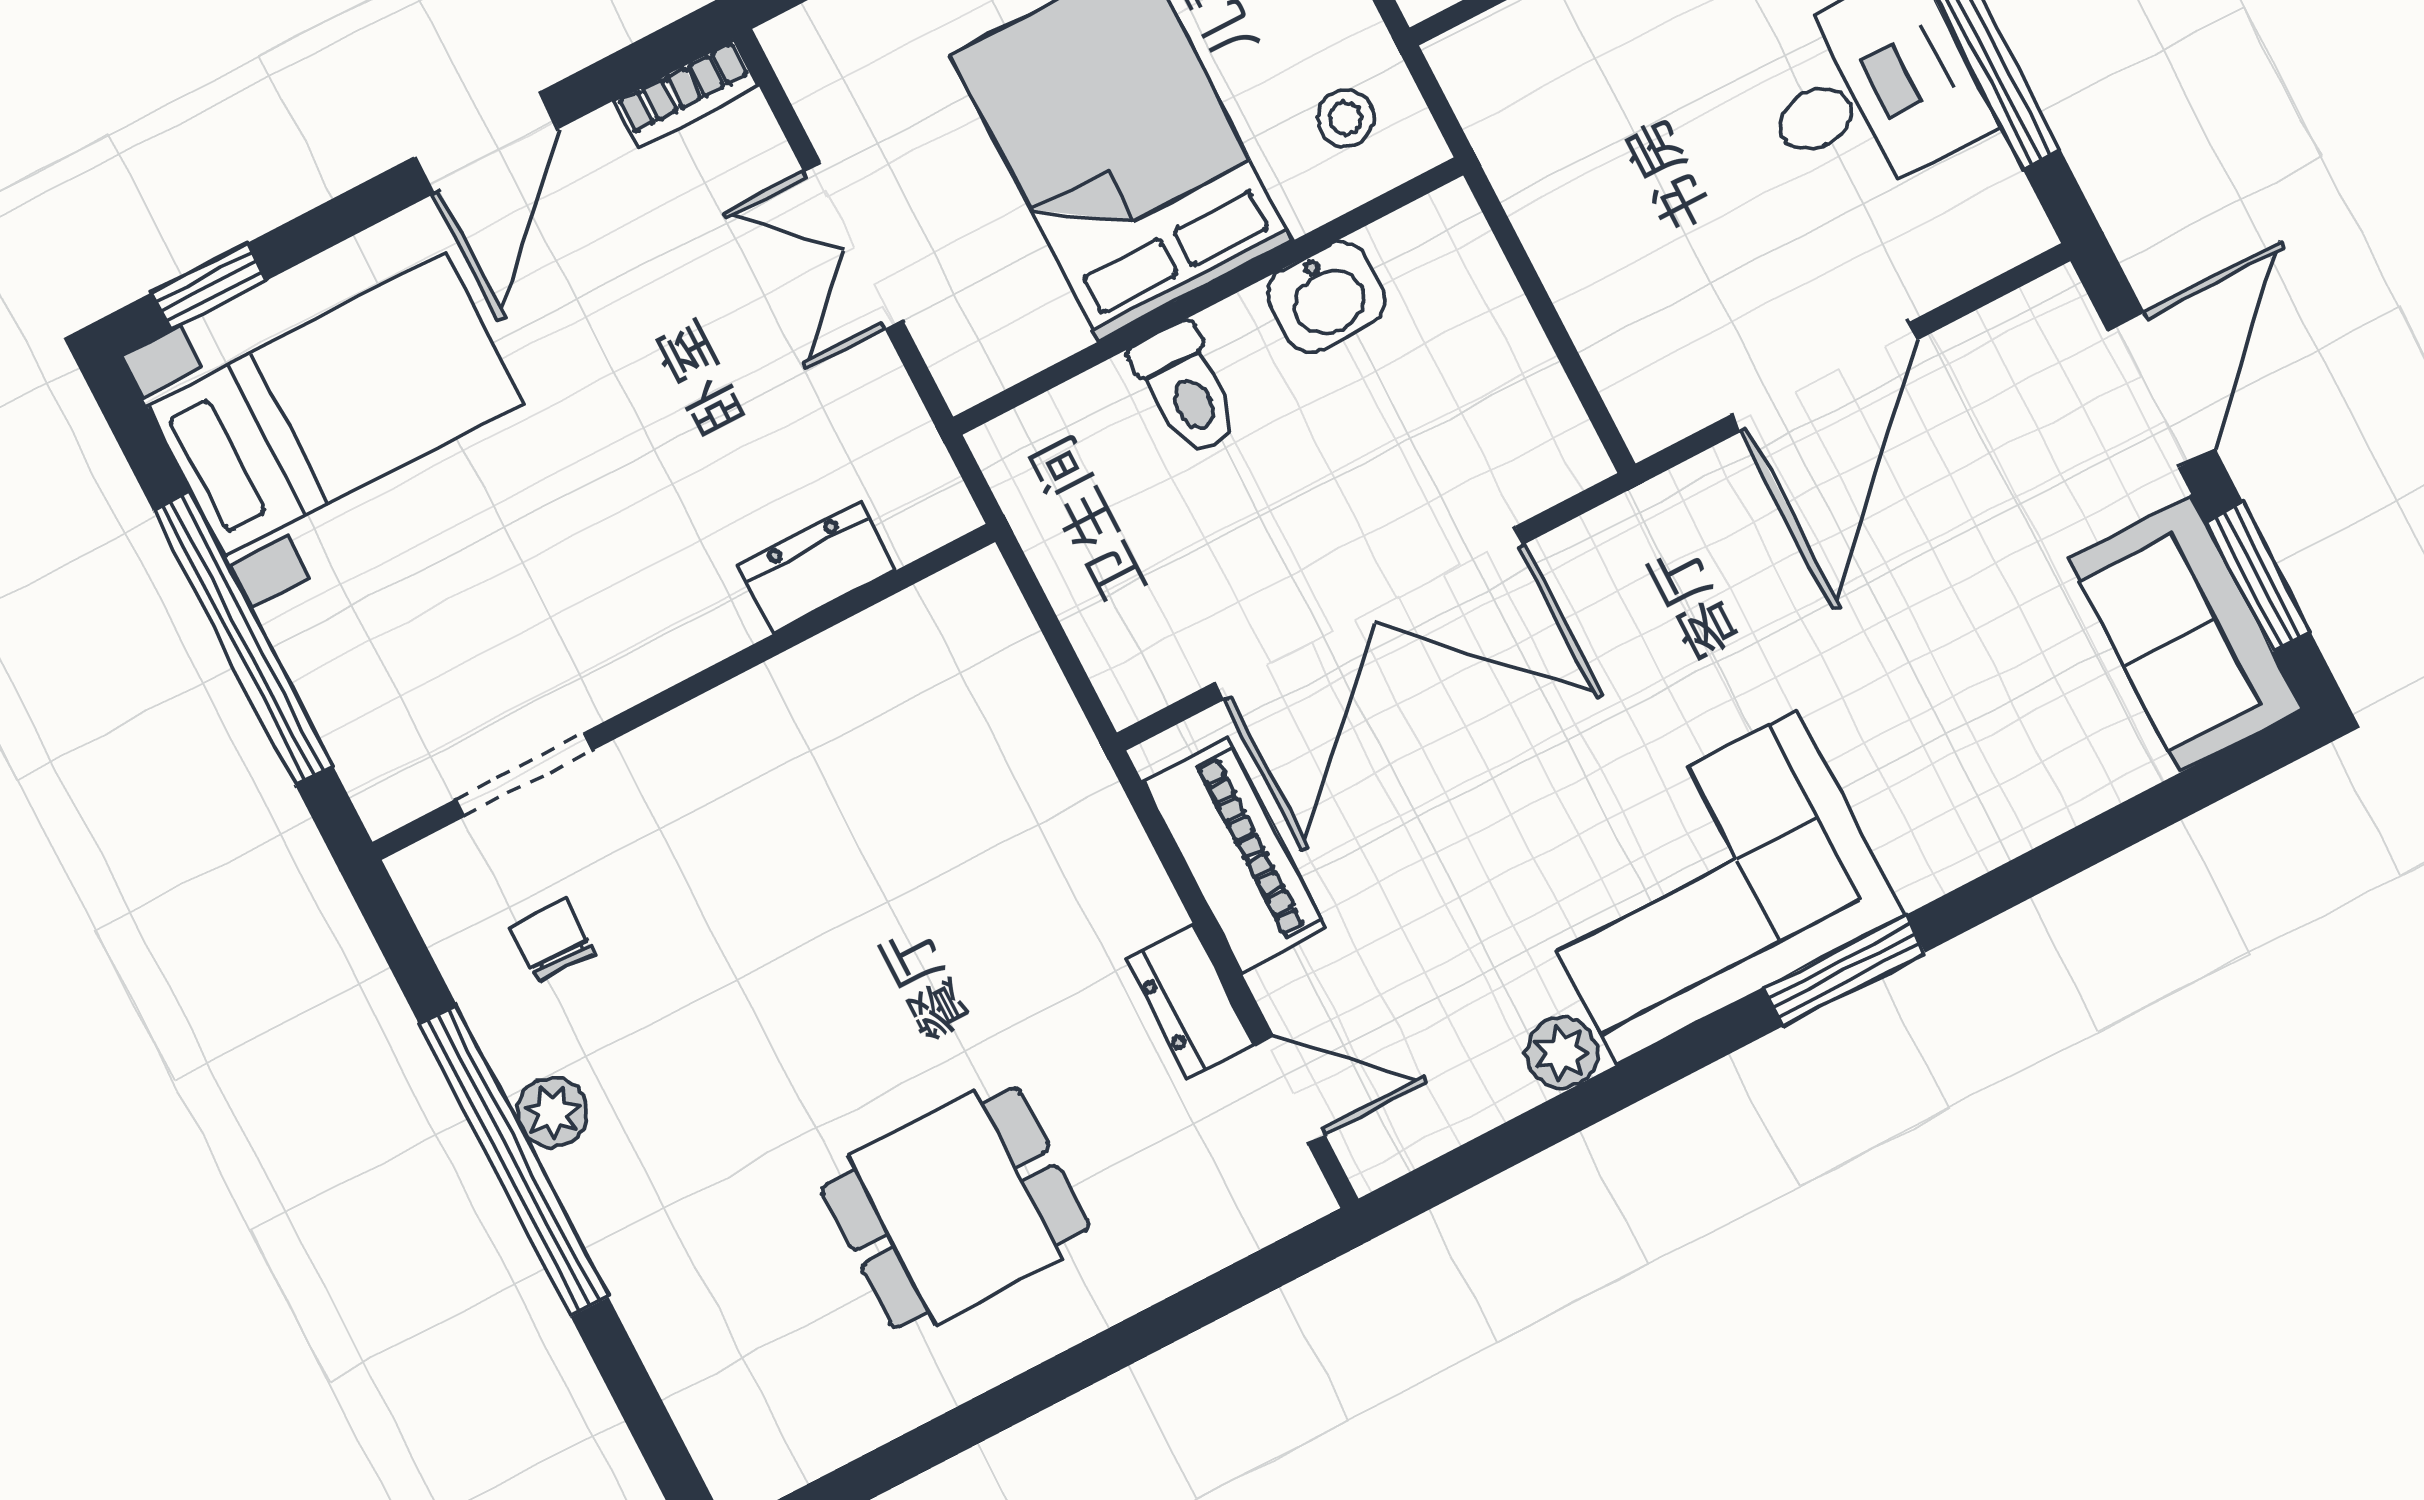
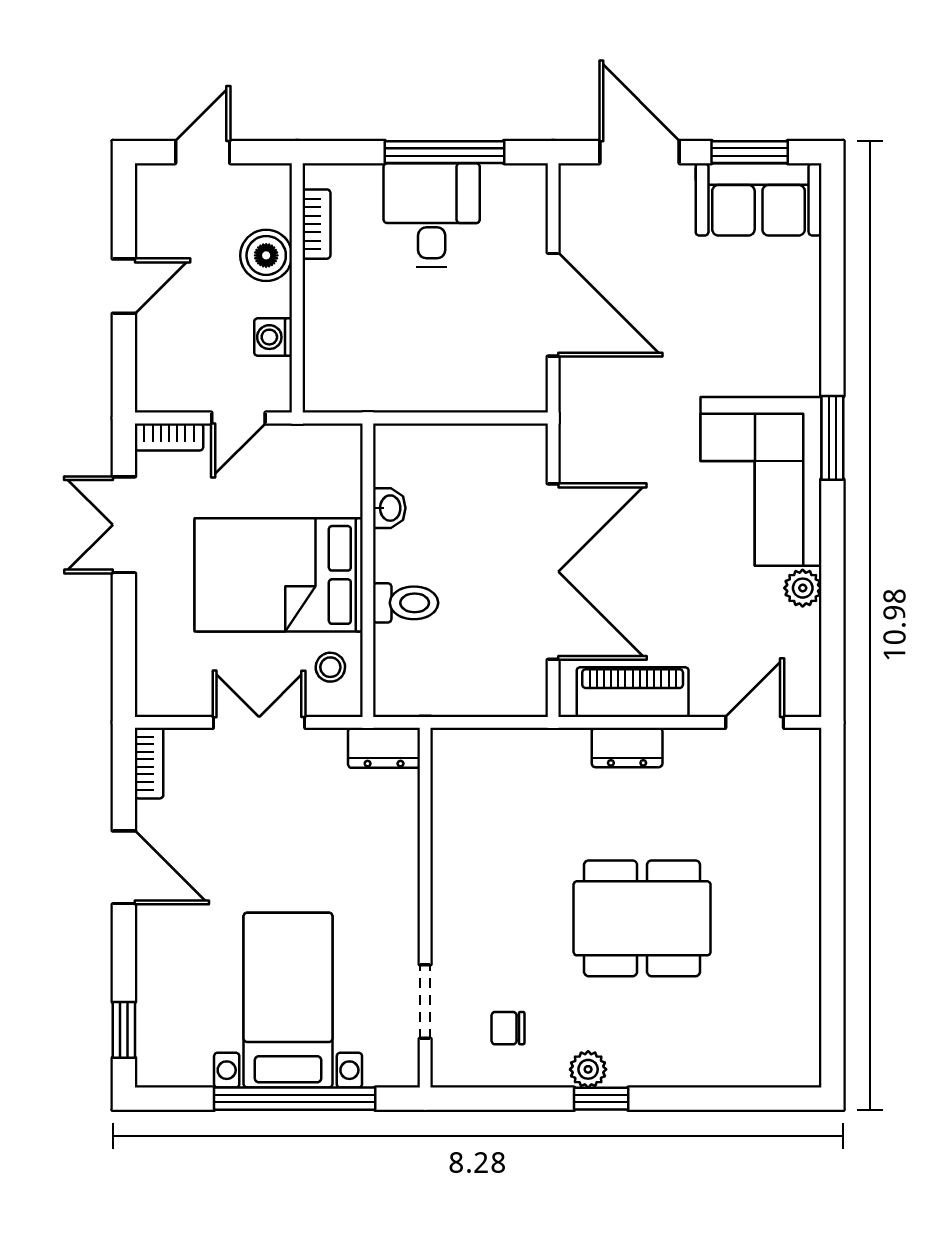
stool: (1346, 118) -> (330, 667), moved
double door: (853, 245) -> (259, 722), swing flipped
washbasin: (1326, 297) -> (389, 508), width x0.72, depth x0.69
bed with nightstands: (335, 405) -> (288, 1000), moved
dresser: (817, 568) -> (384, 748), moved, turned -90
dresser: (1191, 1001) -> (627, 747), moved
window: (514, 1161) -> (601, 1099), width x0.32
dining table: (955, 1208) -> (642, 918), moved, width x1.38

